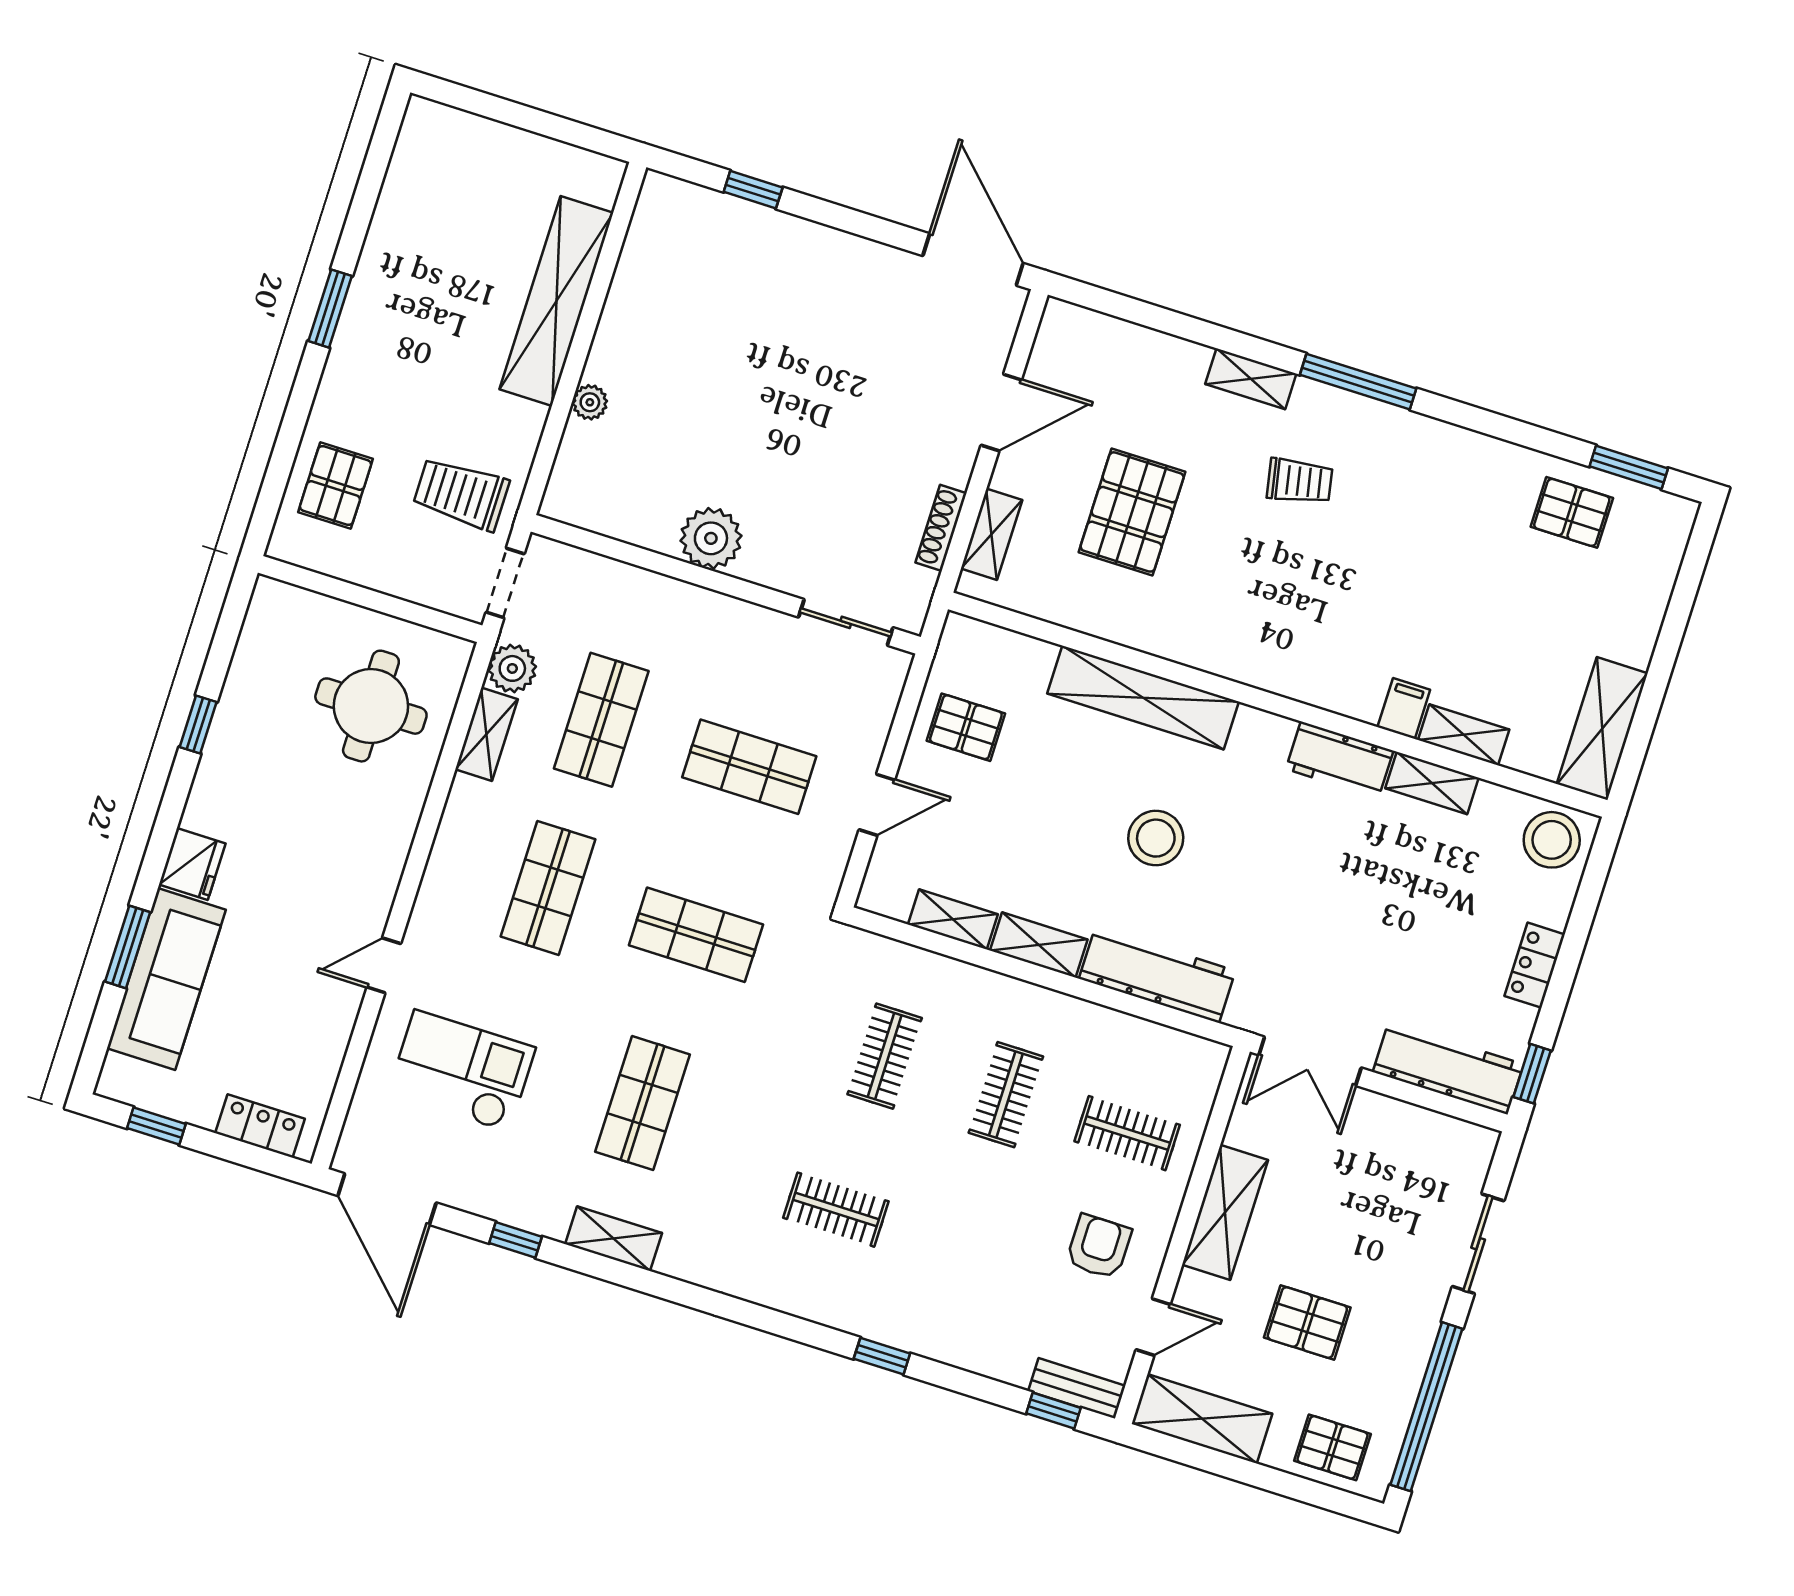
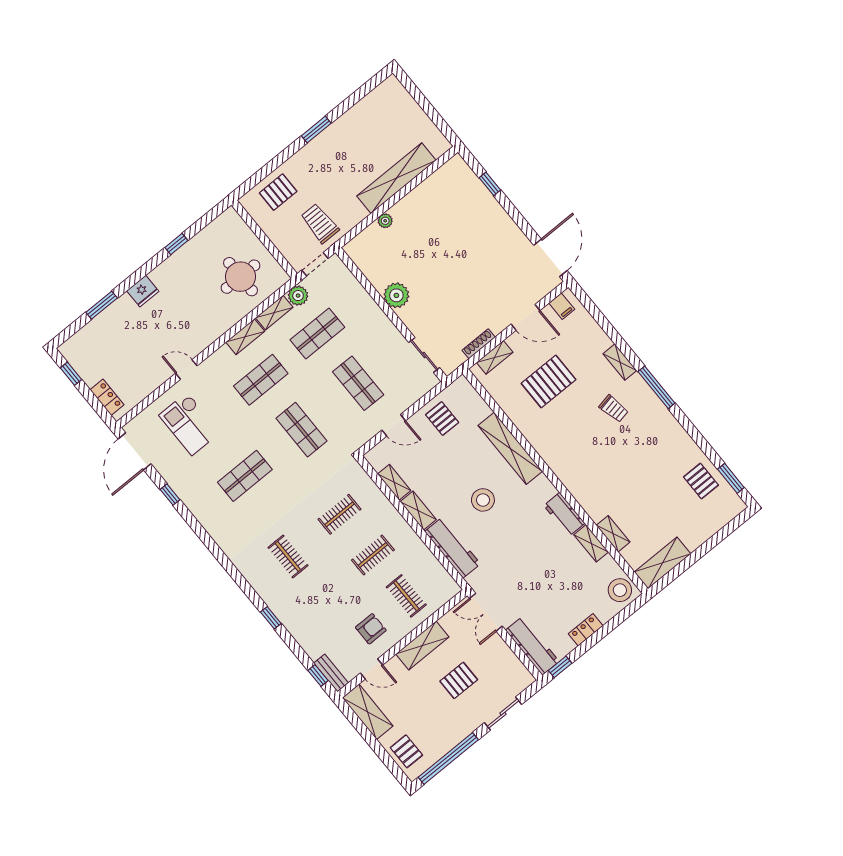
filing cabinet: (1404, 708) -> (562, 306), moved, turned 90
sofa: (166, 979) -> (108, 325), removed
checkout: (462, 1071) -> (189, 424), turned 180
shelving: (614, 1239) -> (245, 337), moved, turned 90
pallet: (1307, 1323) -> (459, 680), moved, turned 90

